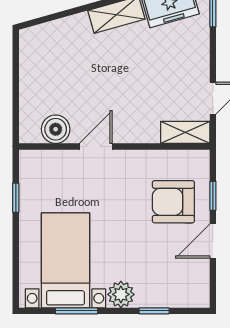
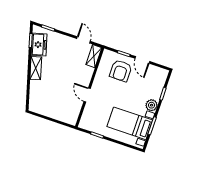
boiler: (56, 129) -> (74, 109), removed

